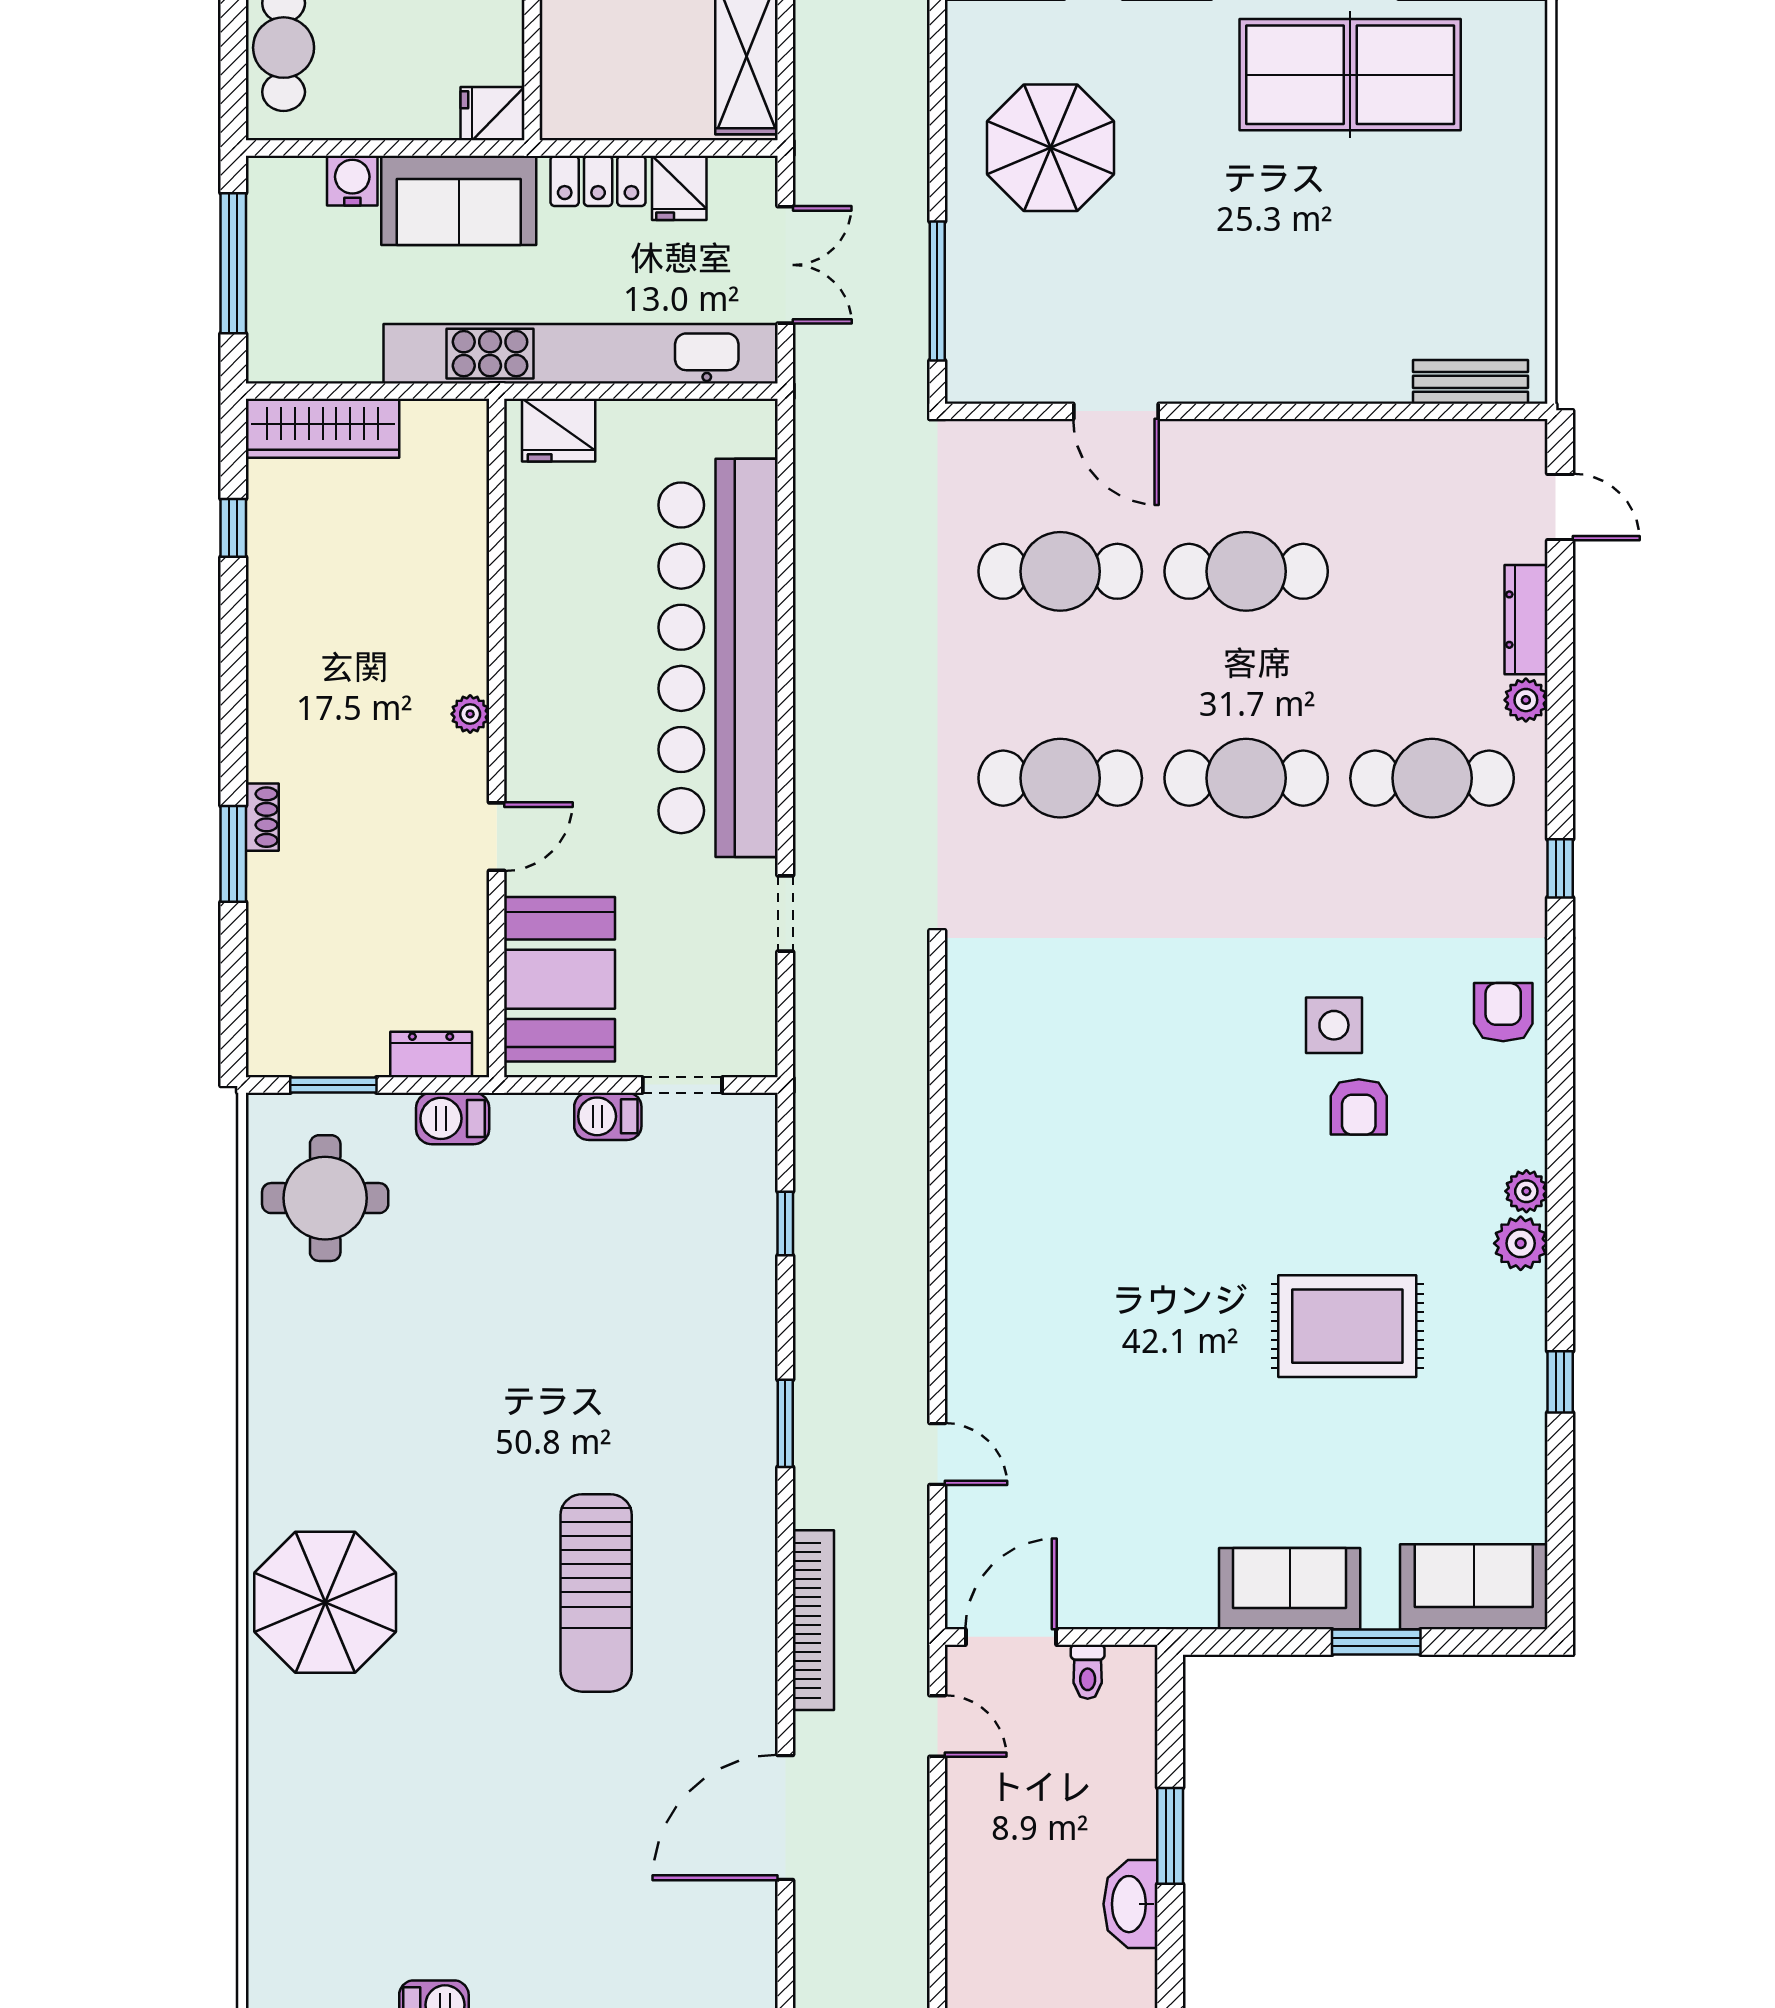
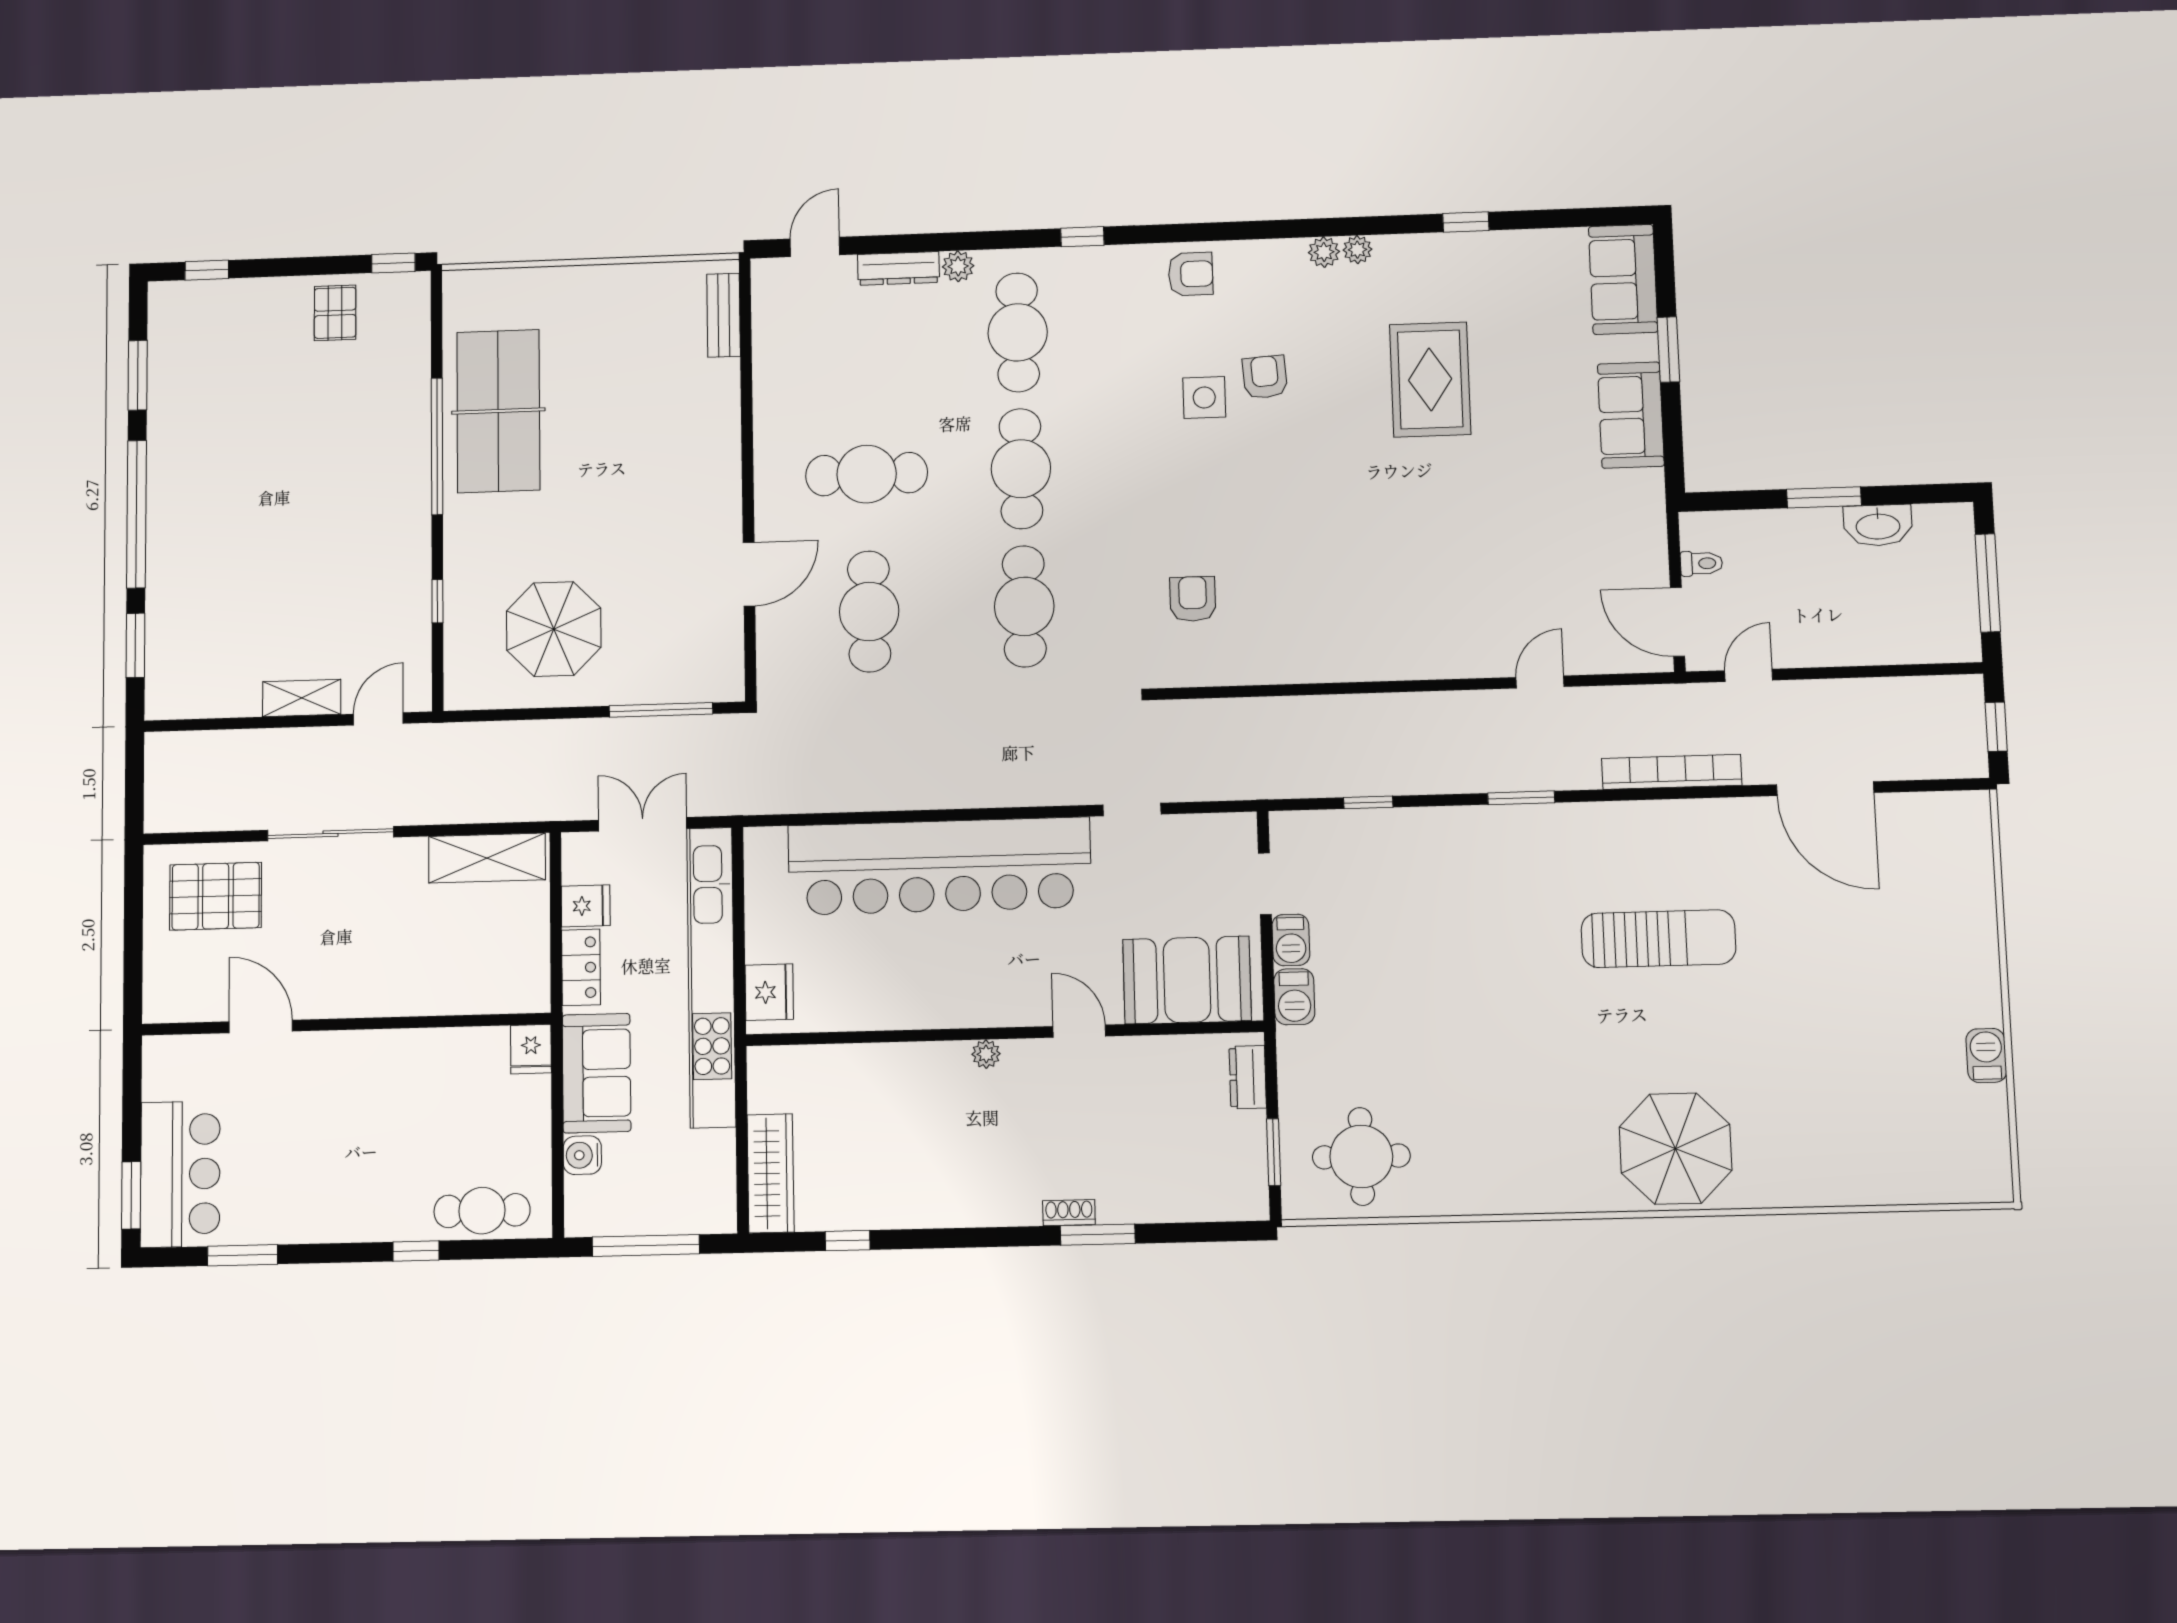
cafe table: (1246, 571) -> (867, 474), turned 90
armchair: (1063, 1002) -> (1193, 599), added
armchair: (1503, 1012) -> (1191, 274), turned 180
armchair: (1359, 1107) -> (1265, 377), turned -94
barbecue: (453, 1118) -> (1294, 997), moved
plant: (1521, 1243) -> (1357, 250), width x0.73, depth x0.73

